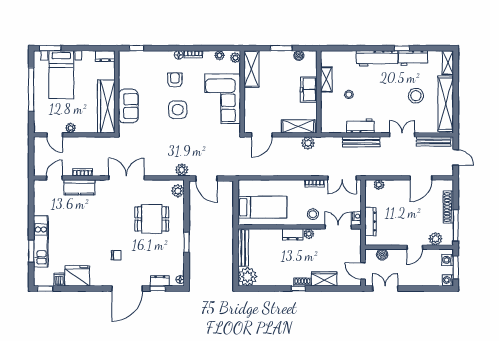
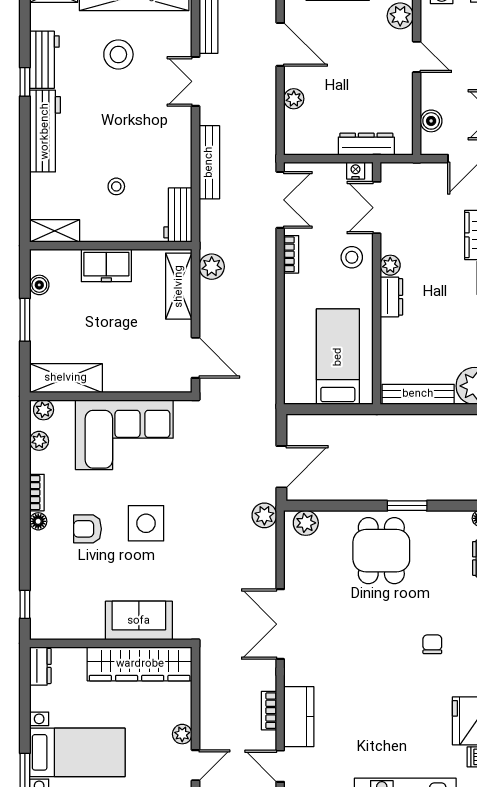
shelving: (326, 79) -> (55, 231), moved
workbench: (360, 126) -> (178, 215), moved
plant: (379, 185) -> (294, 99), moved
dining table: (152, 219) -> (381, 551), moved

